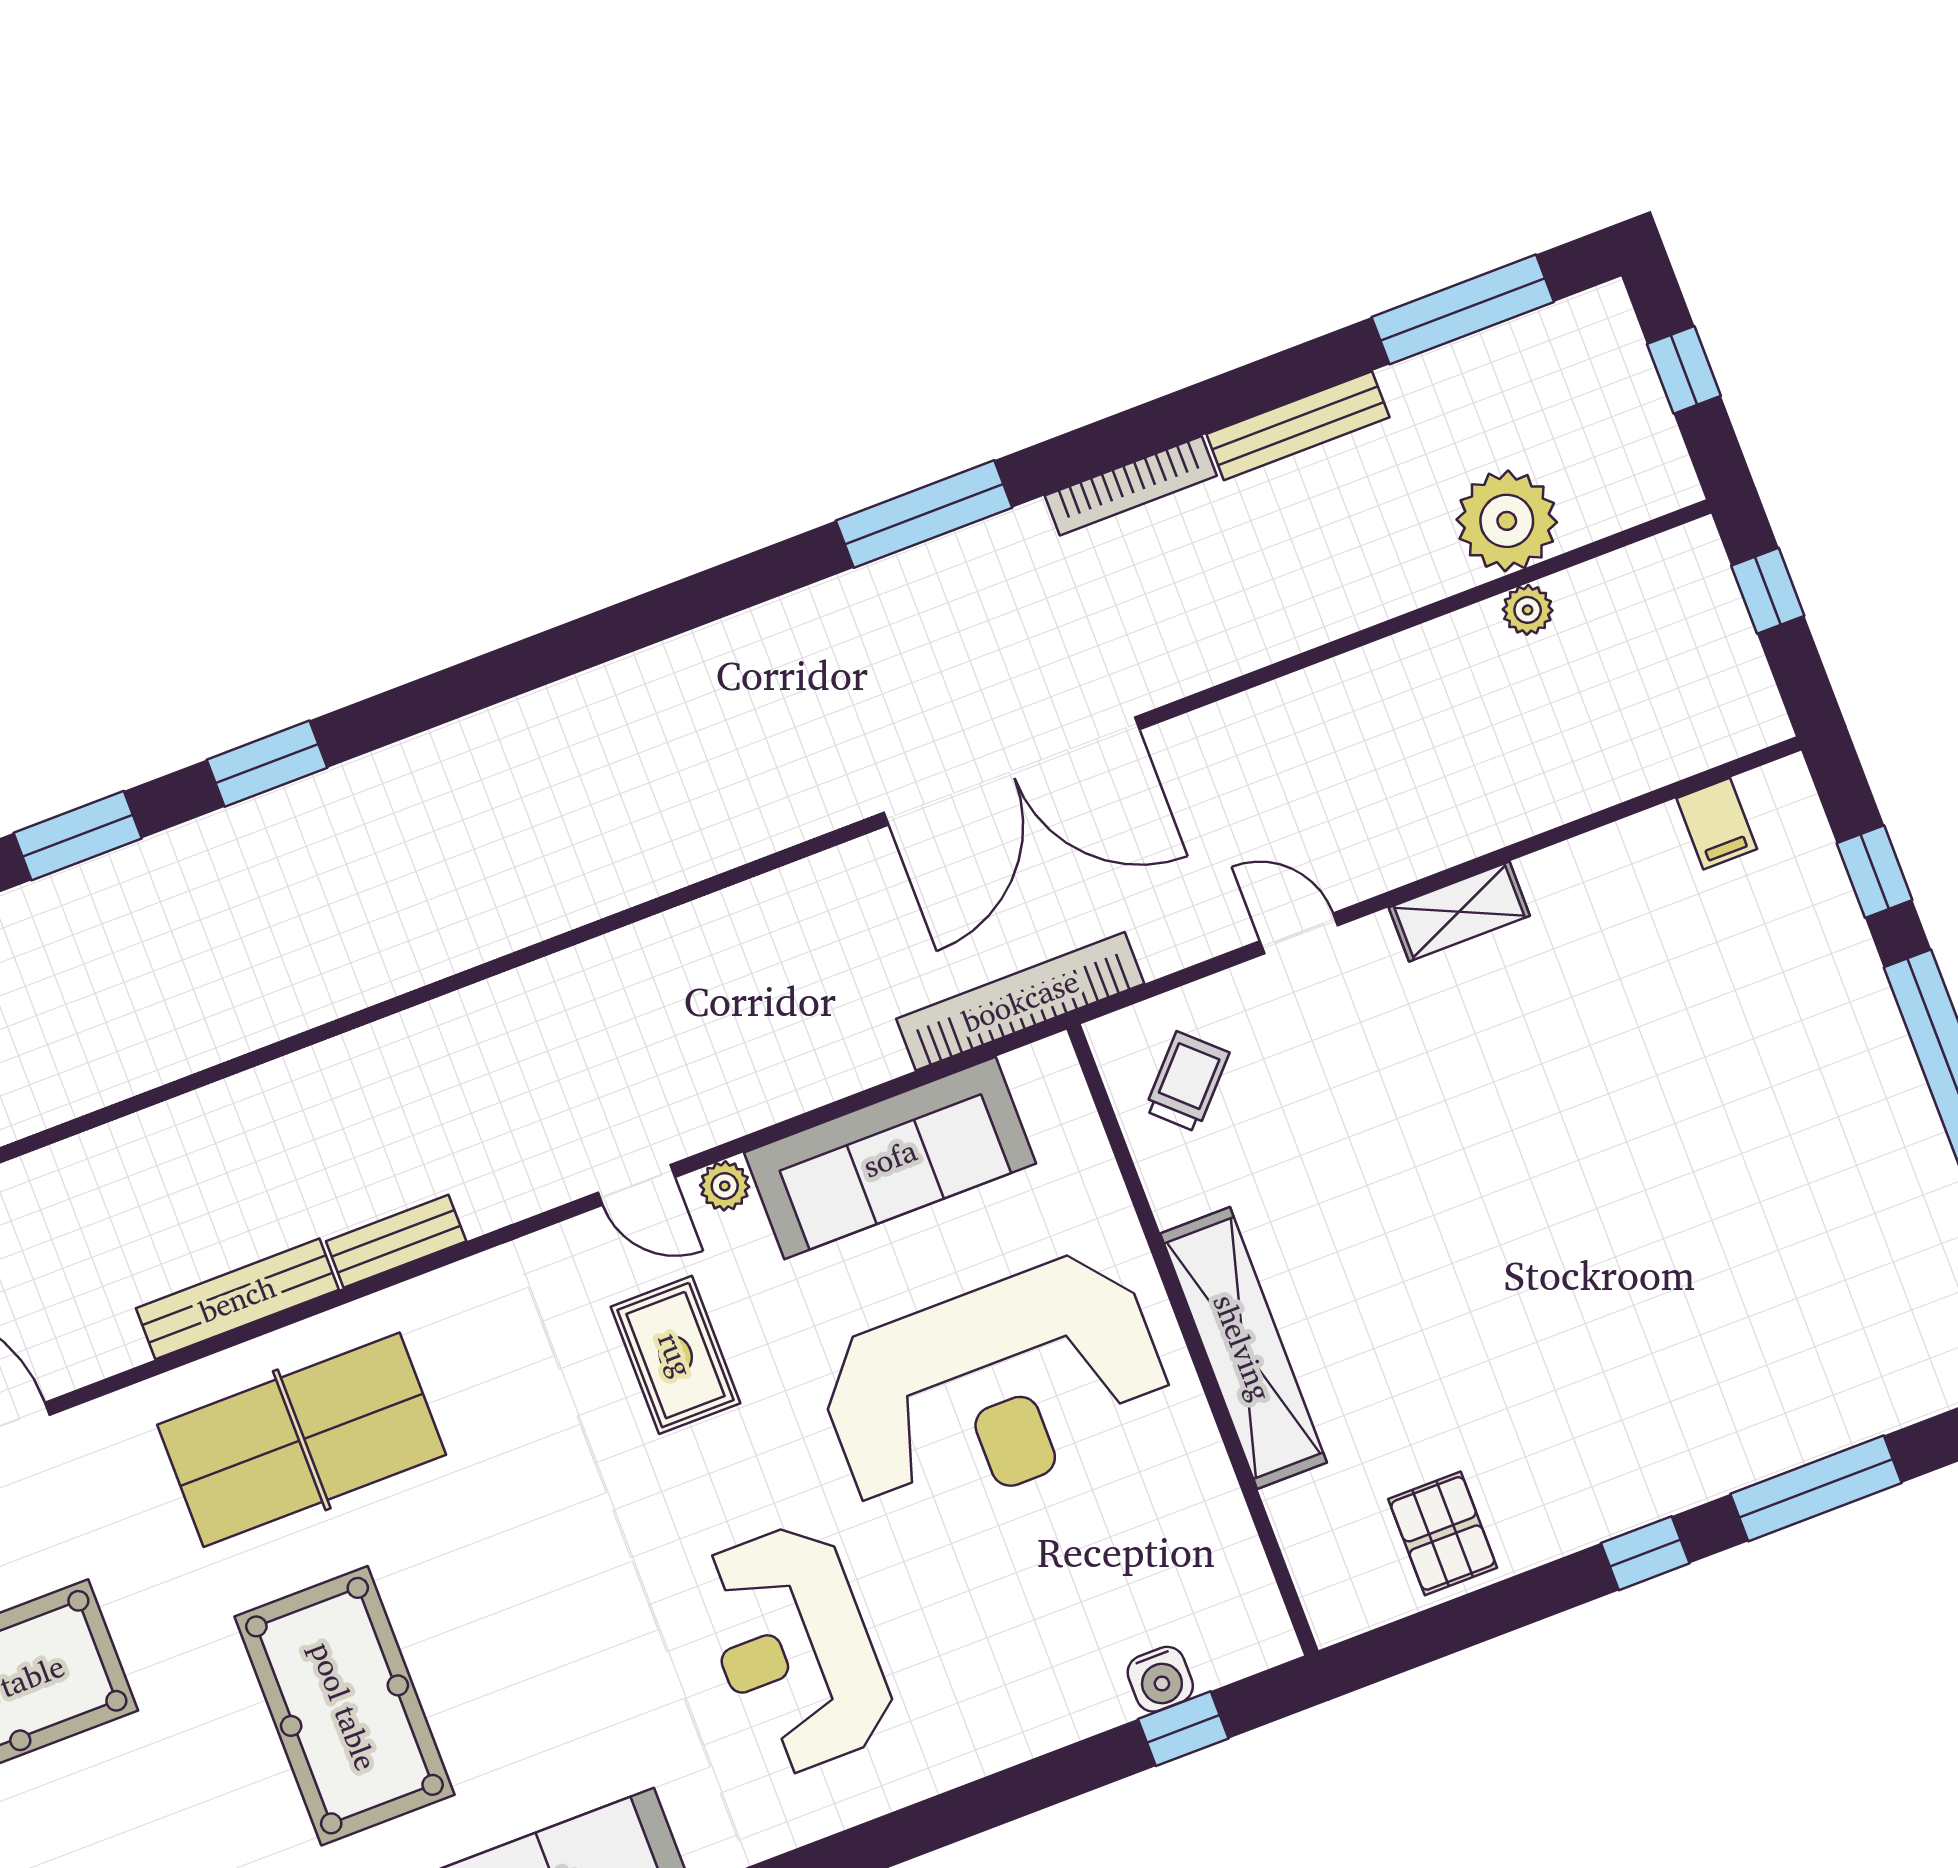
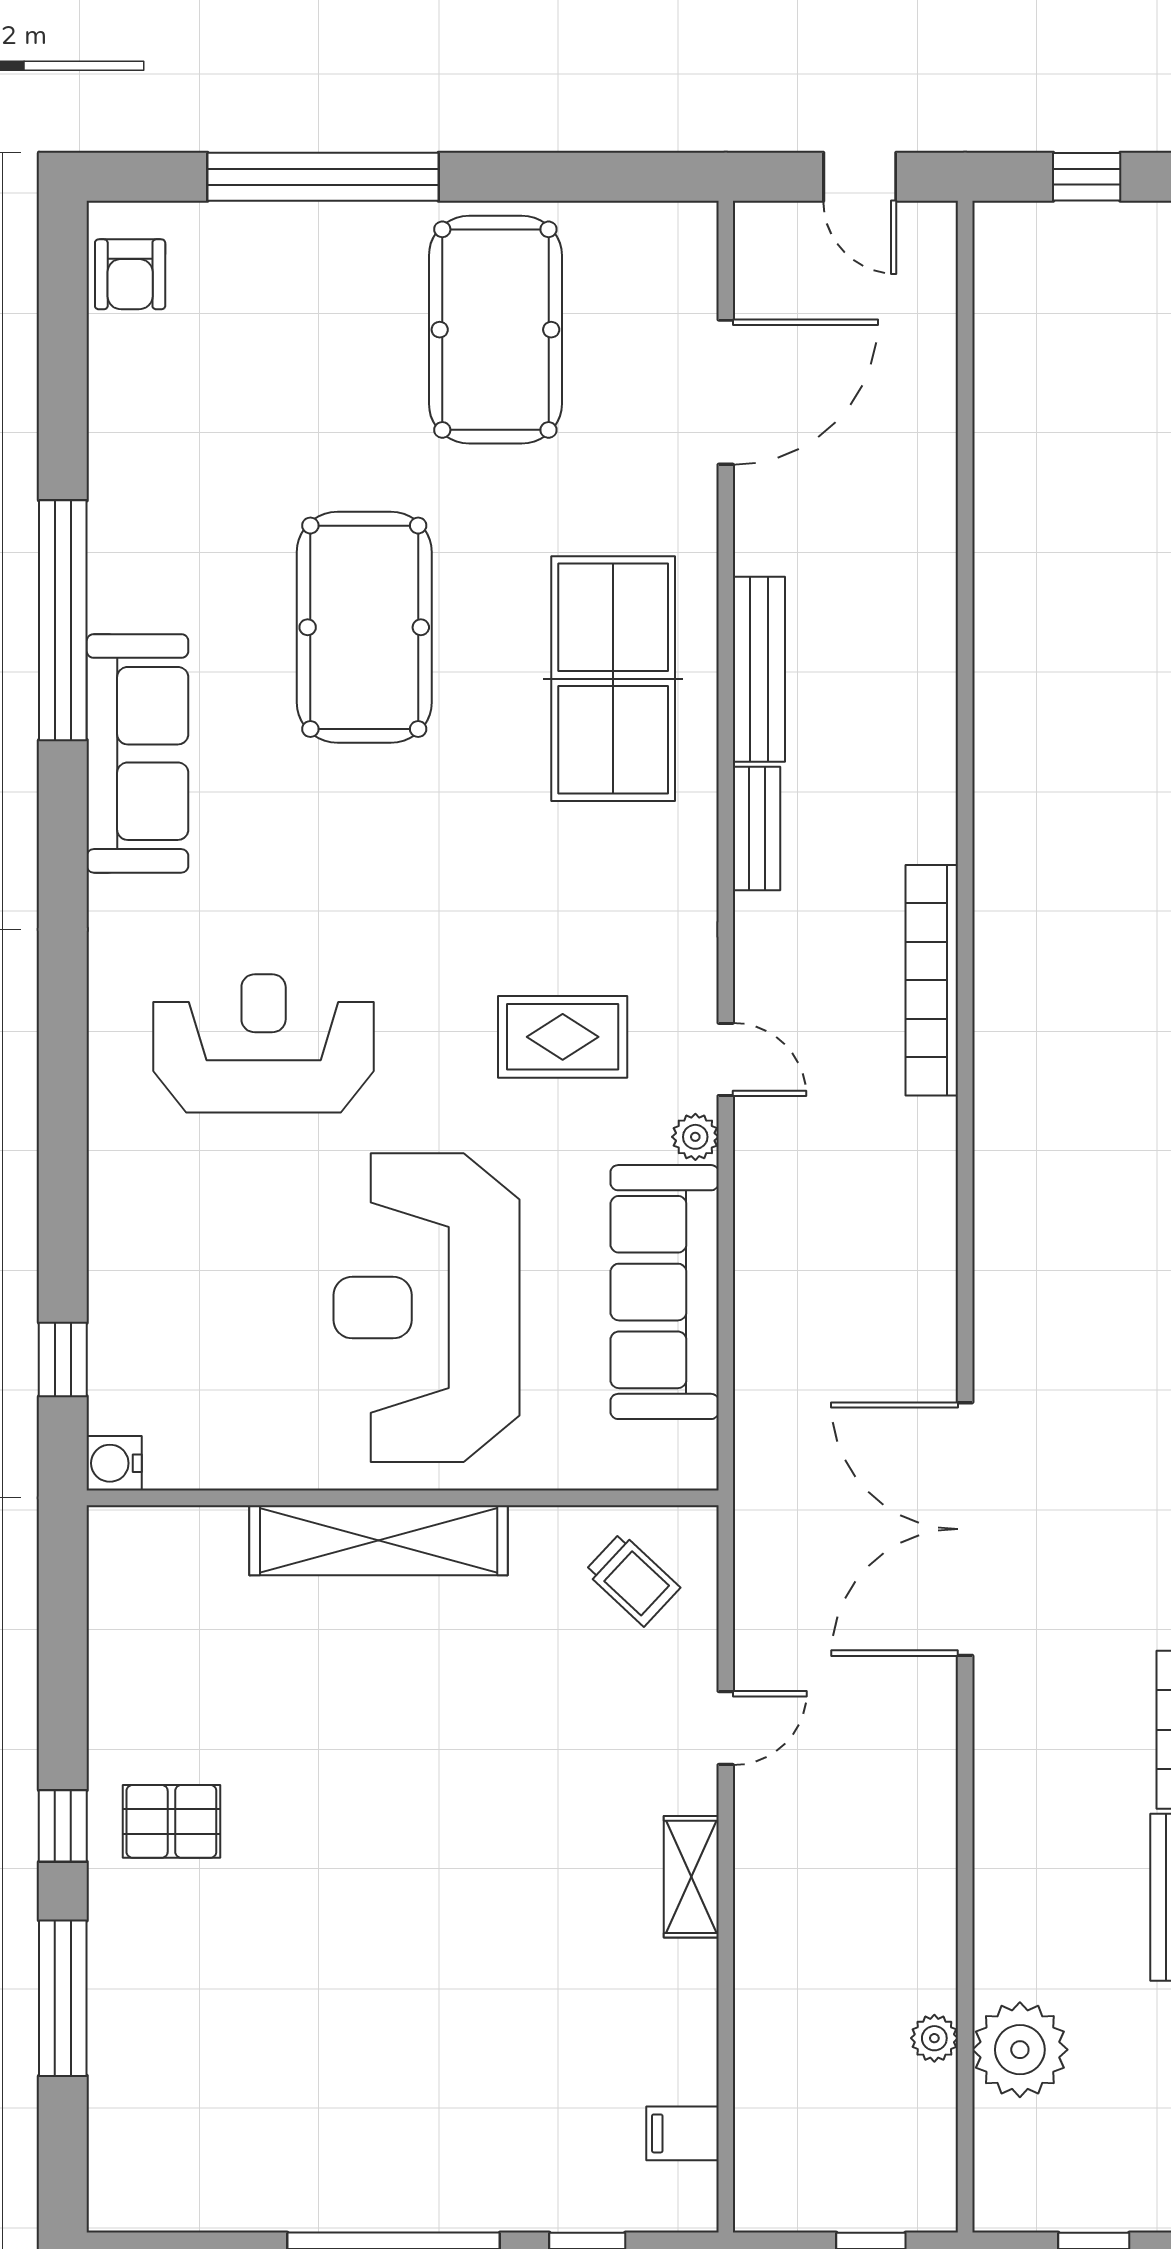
bookcase: (1020, 1001) -> (932, 980), moved, turned 180
door: (637, 1185) -> (726, 1059), swing flipped
pallet: (1443, 1533) -> (171, 1821), moved
water cooler: (1160, 1679) -> (114, 1463), moved
pool table: (344, 1706) -> (364, 627), turned 90

